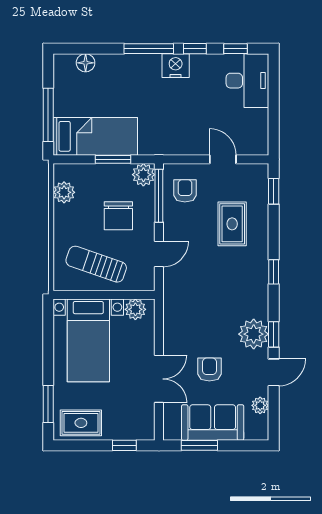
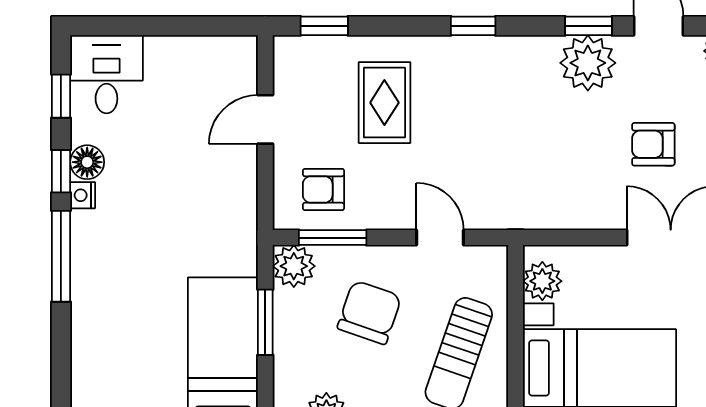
floor lamp: (86, 63) -> (87, 162), moved
nightstand: (176, 66) -> (83, 195), width x0.53, depth x0.56
desk: (247, 81) -> (106, 74), width x0.73
window: (159, 196) -> (333, 238), width x0.69
chair: (118, 216) -> (369, 312), turned -71
rug: (232, 224) -> (384, 103), turned 90

